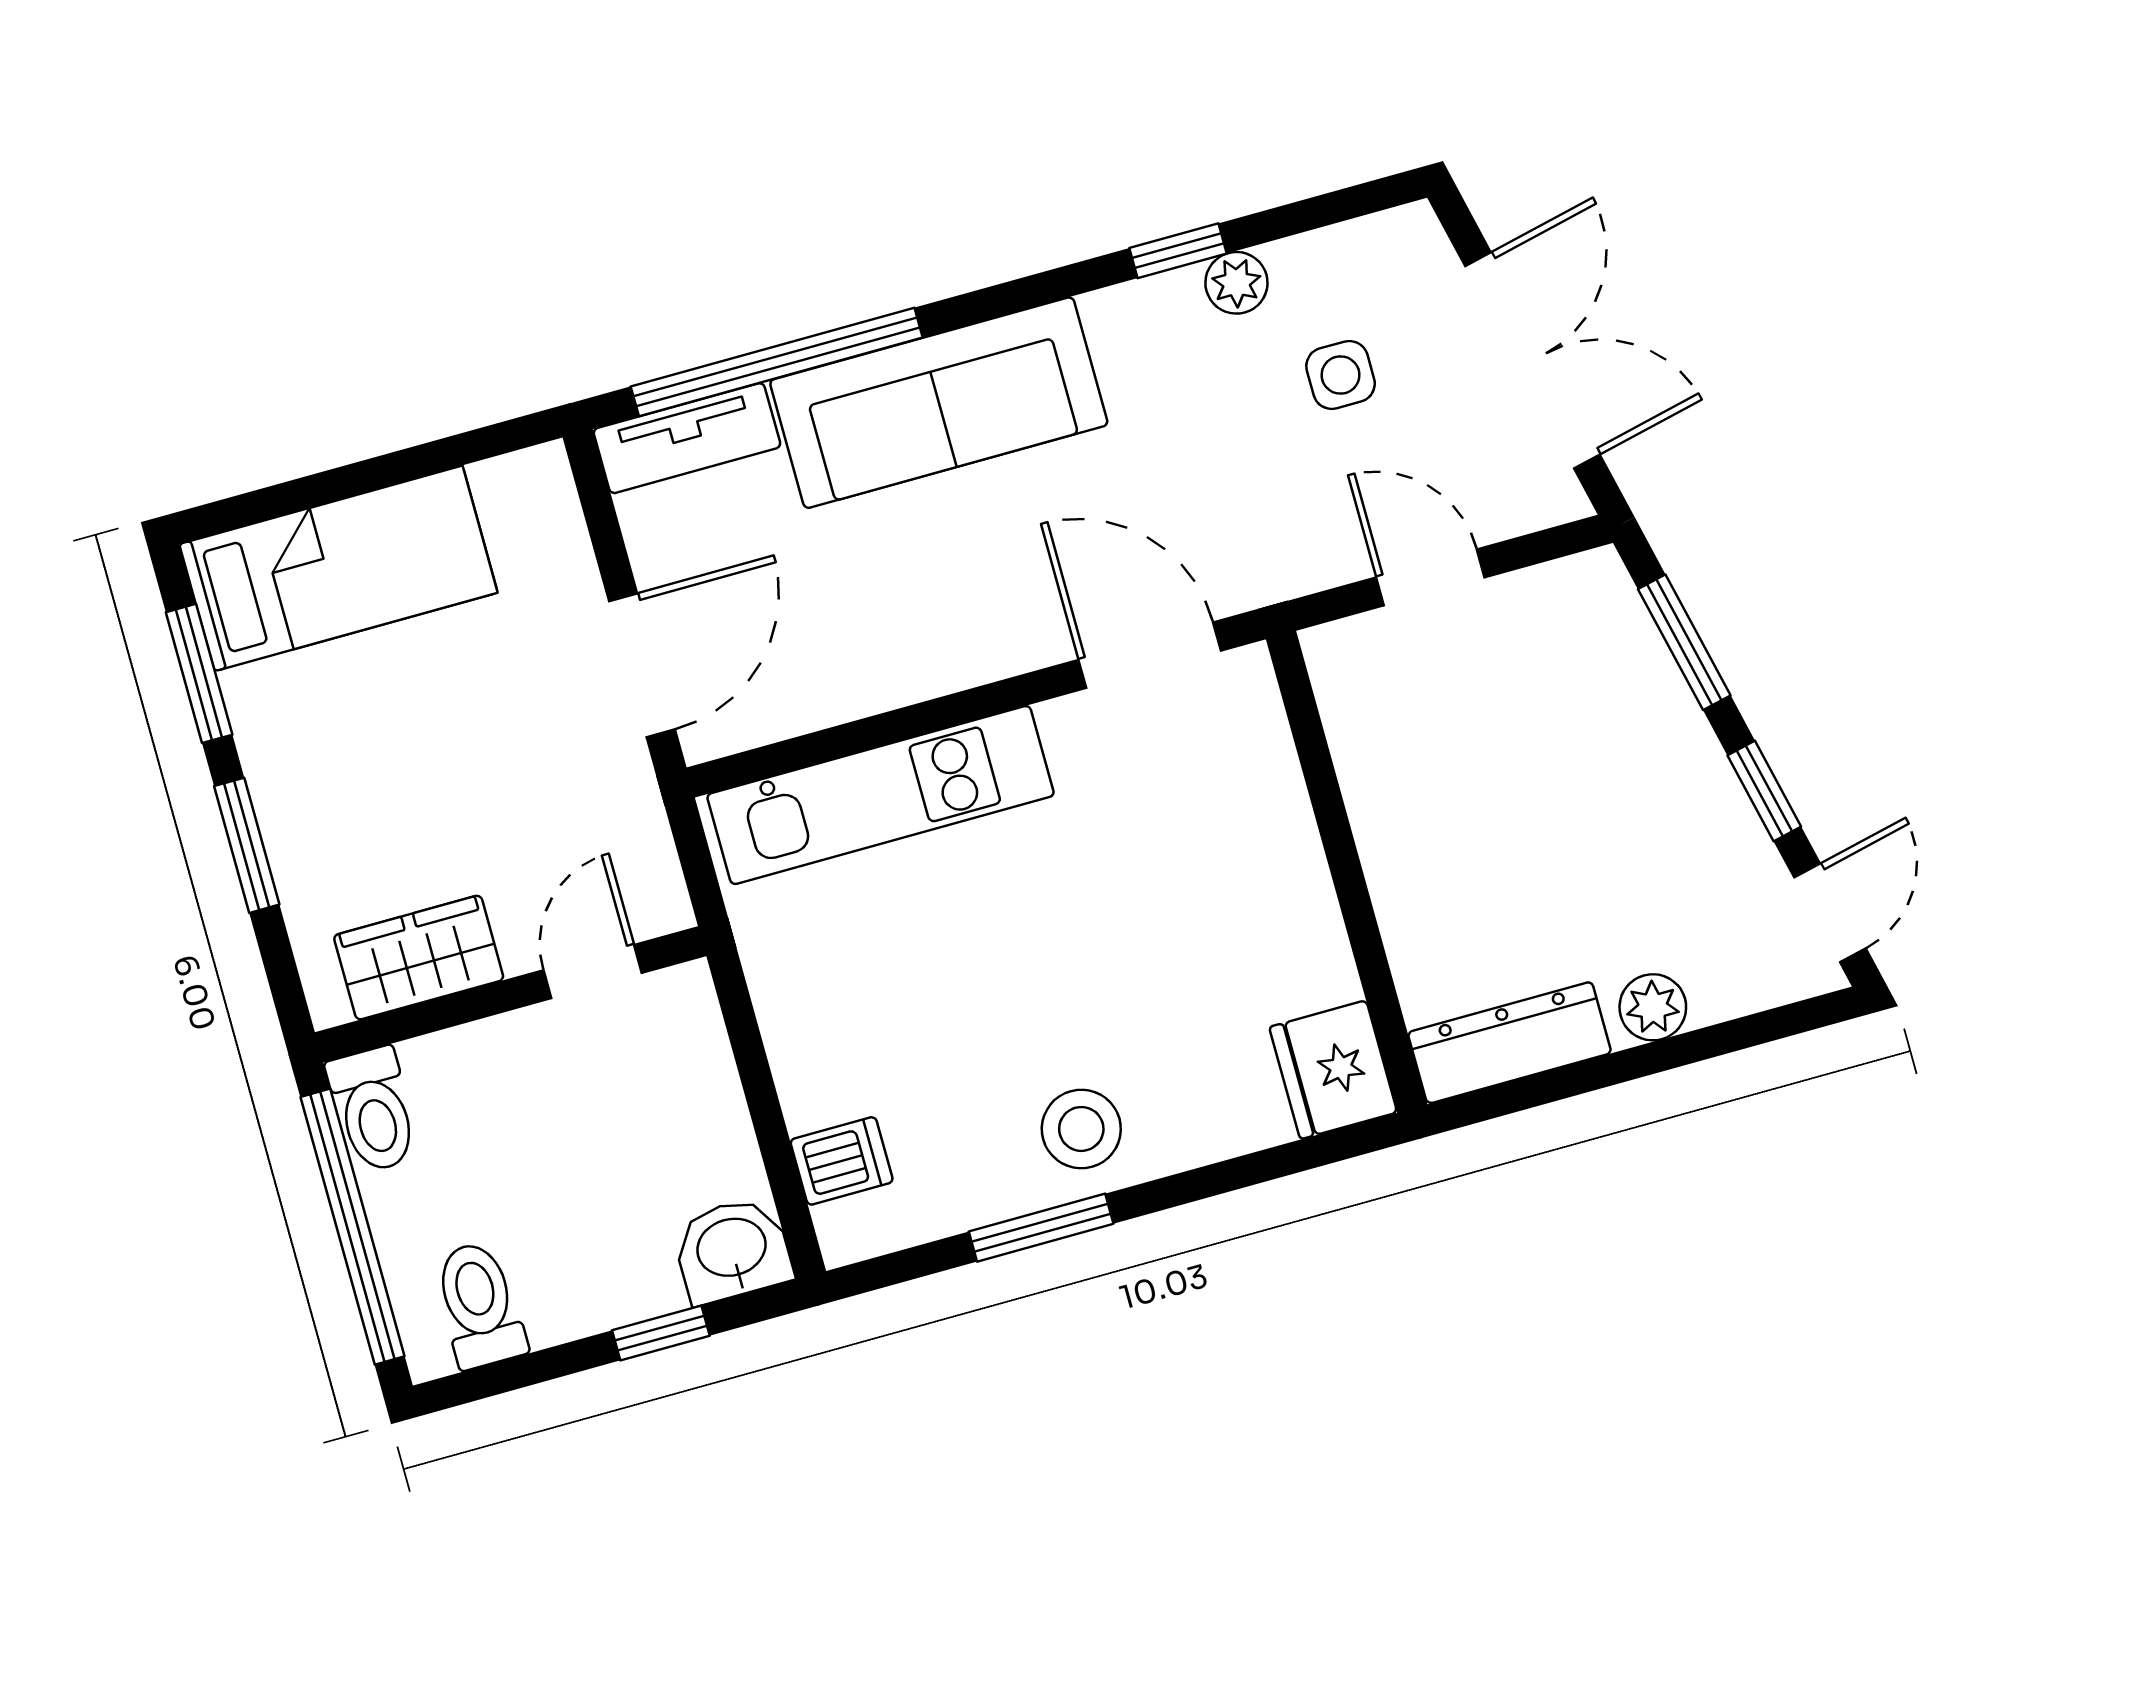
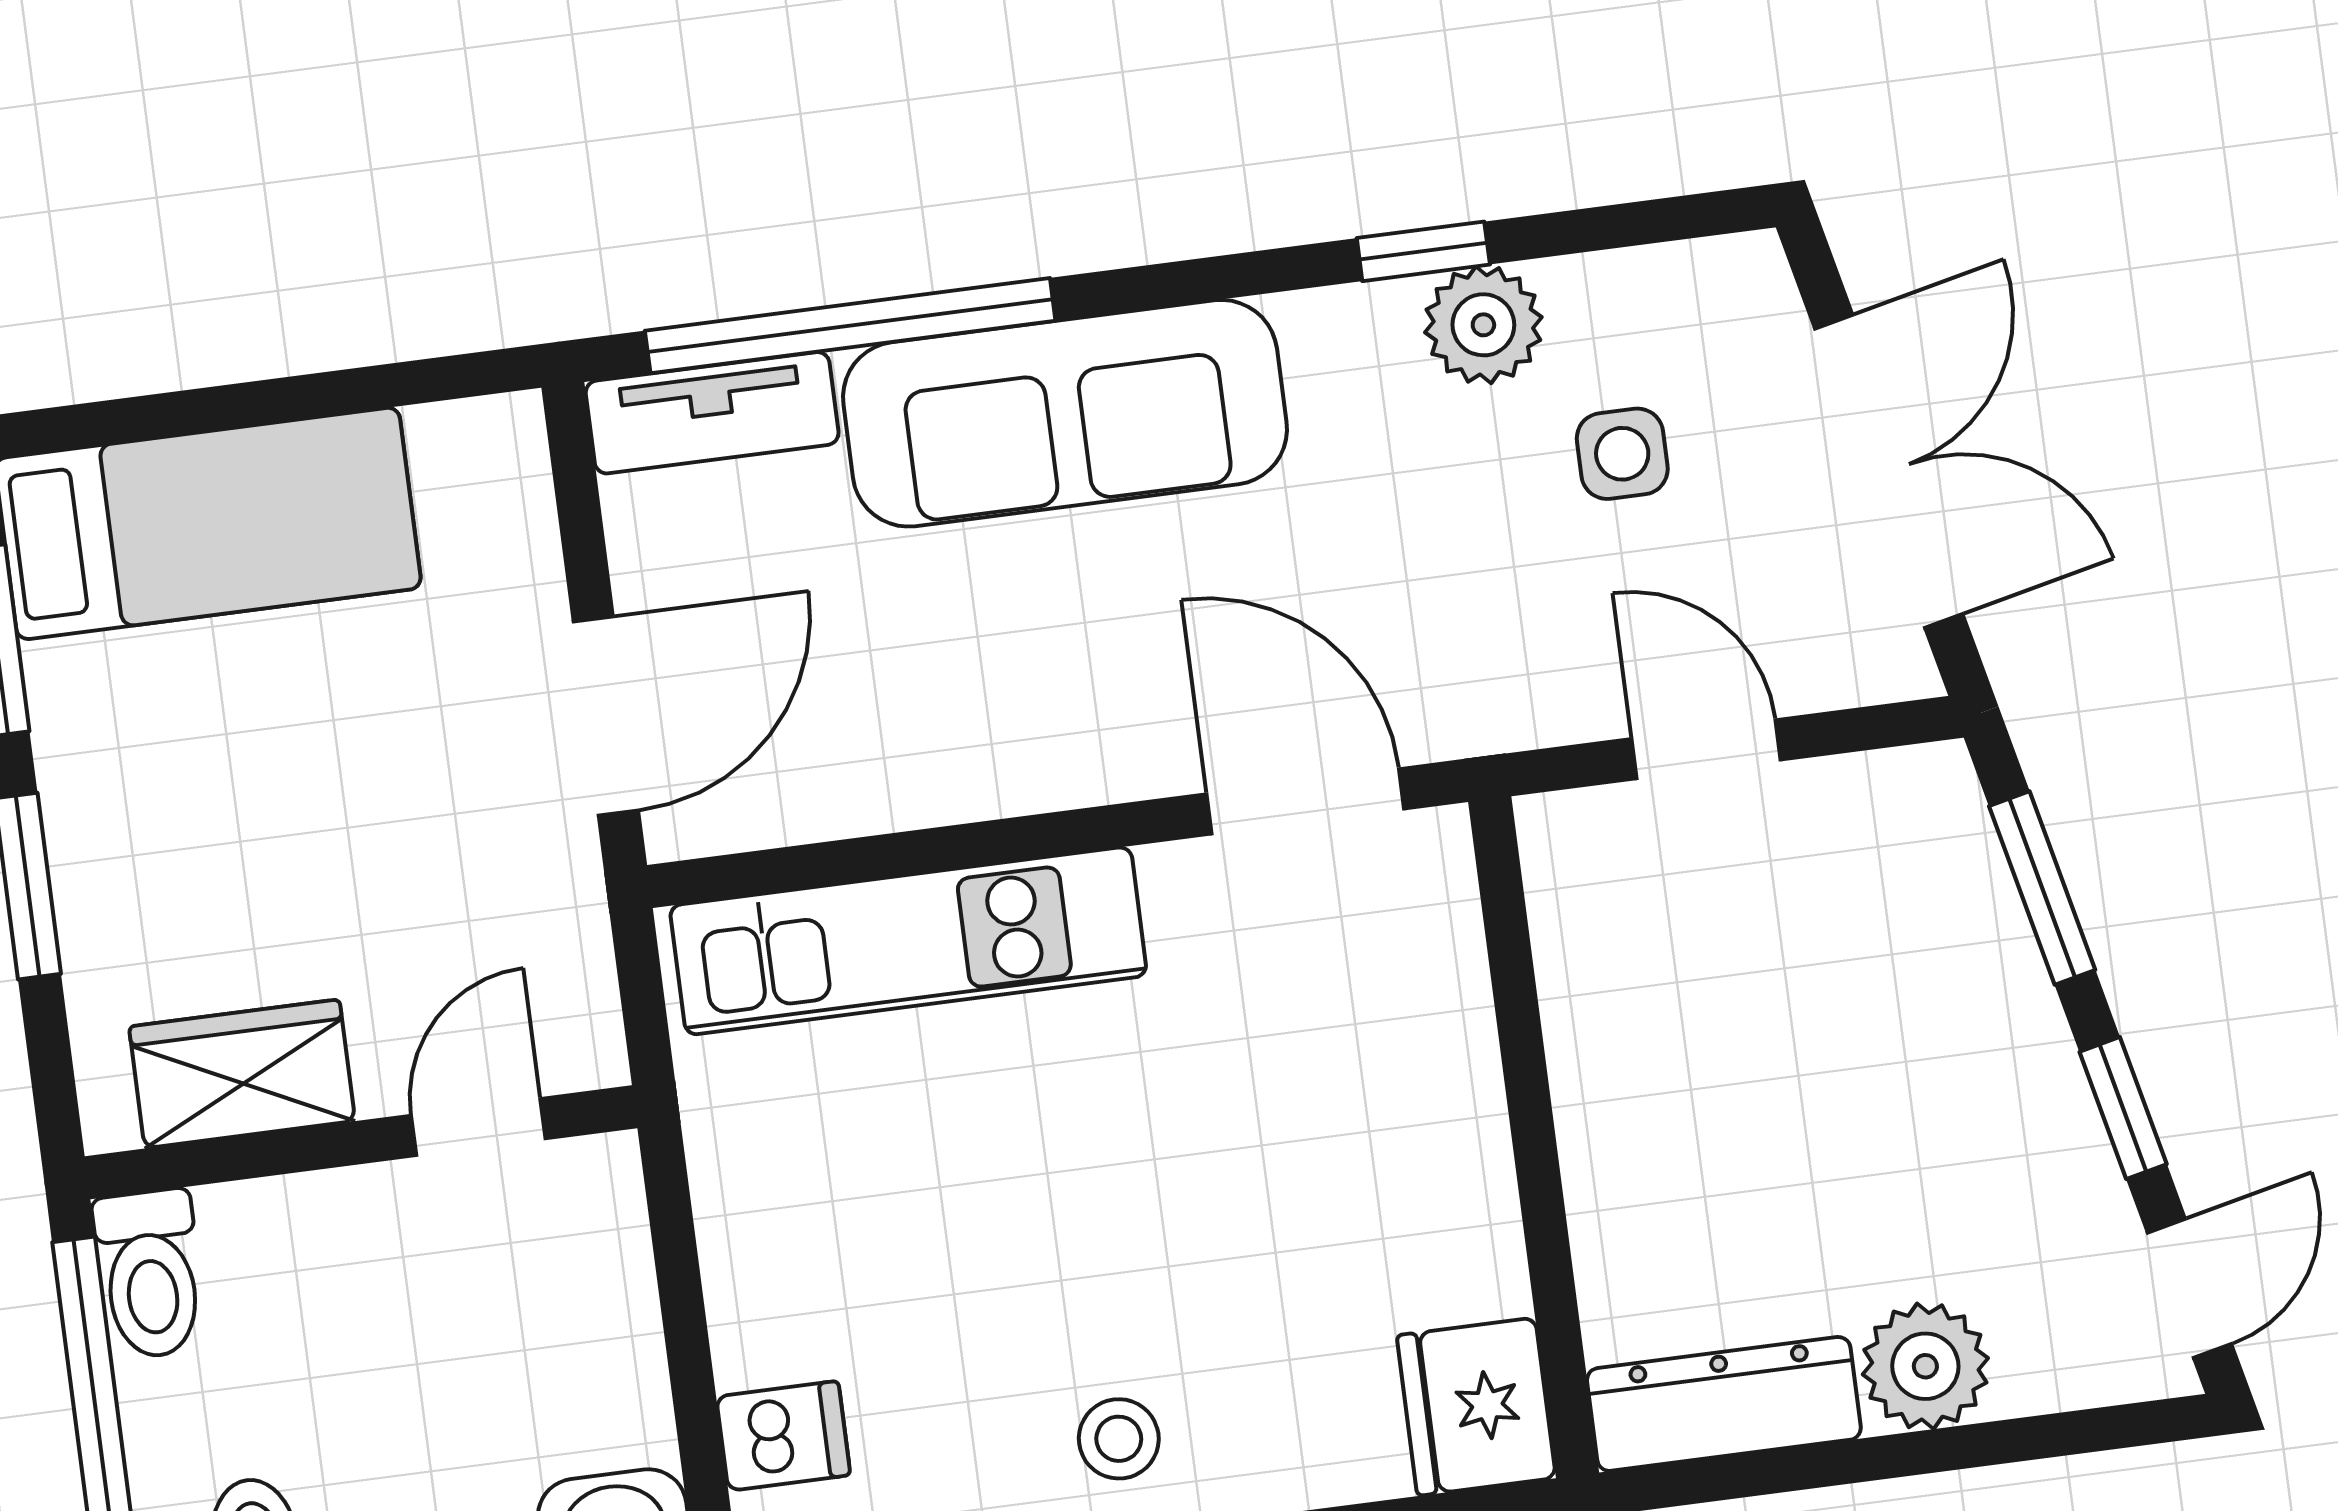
plant: (1236, 283) -> (1483, 325), width x1.38, depth x1.38
plant: (1653, 1007) -> (1925, 1366), width x1.38, depth x1.38
stool: (1081, 1129) -> (1119, 1439), width x0.73, depth x0.73

